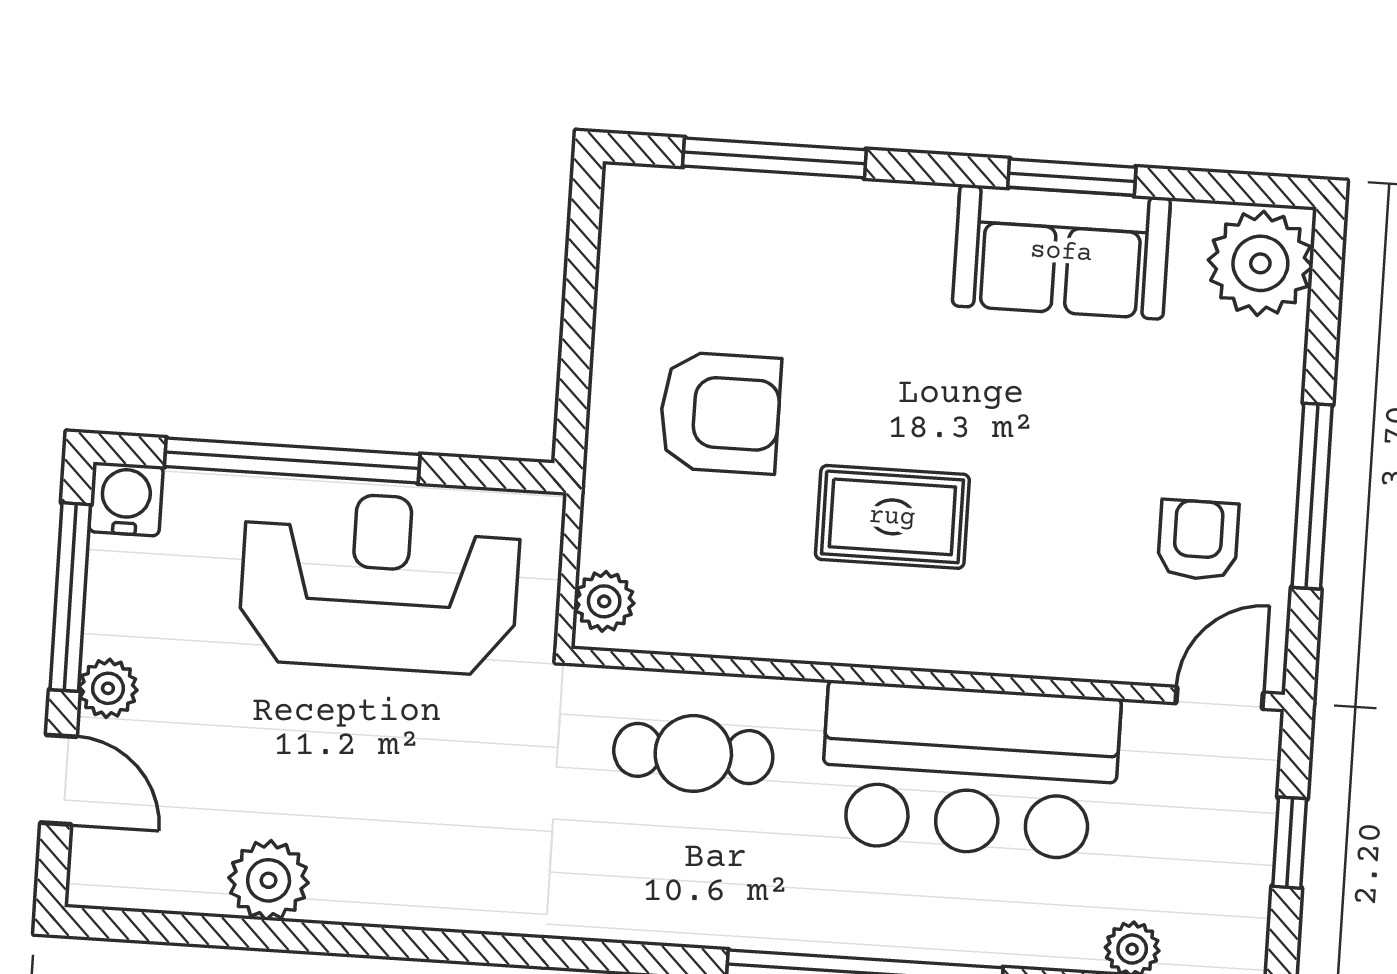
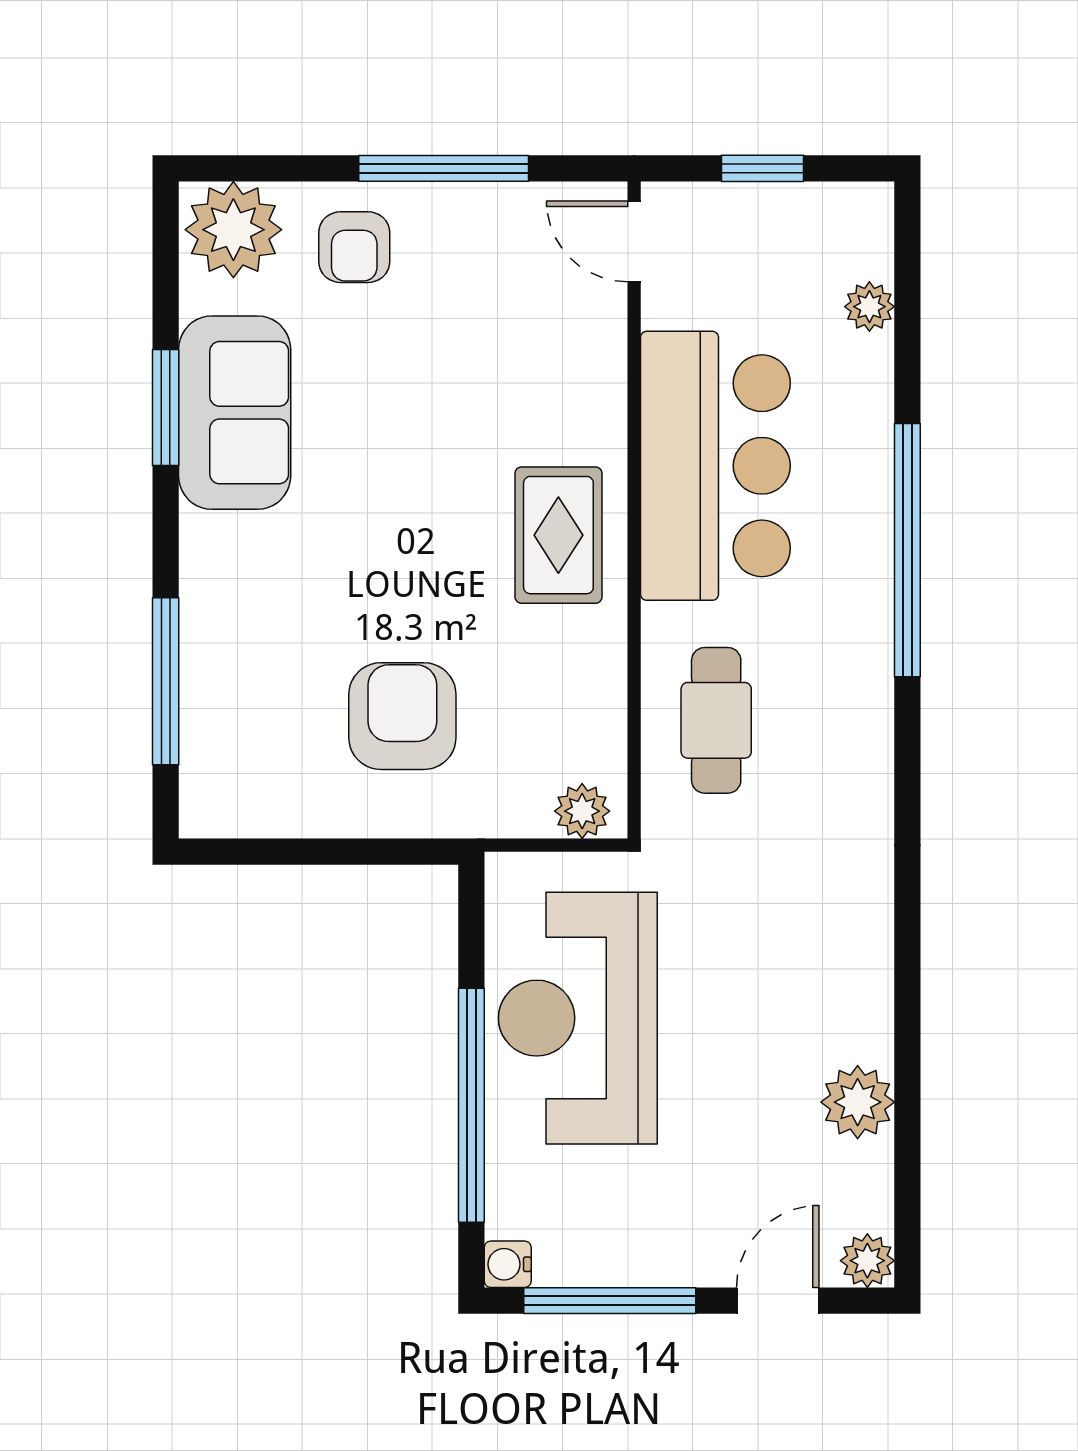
water cooler: (126, 499) -> (508, 1264), width x0.72, depth x0.72
rug: (892, 517) -> (558, 535), moved
armchair: (1198, 540) -> (354, 247), moved, turned -90
plant: (108, 688) -> (867, 1261), moved

